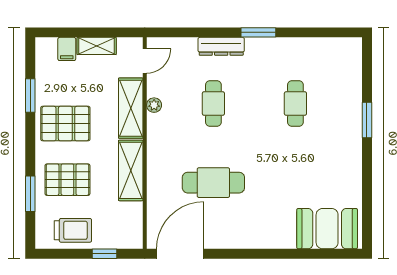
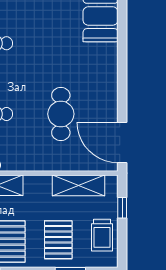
shelving: (131, 170) -> (79, 185), moved
trolley: (73, 230) -> (102, 235), turned 180

